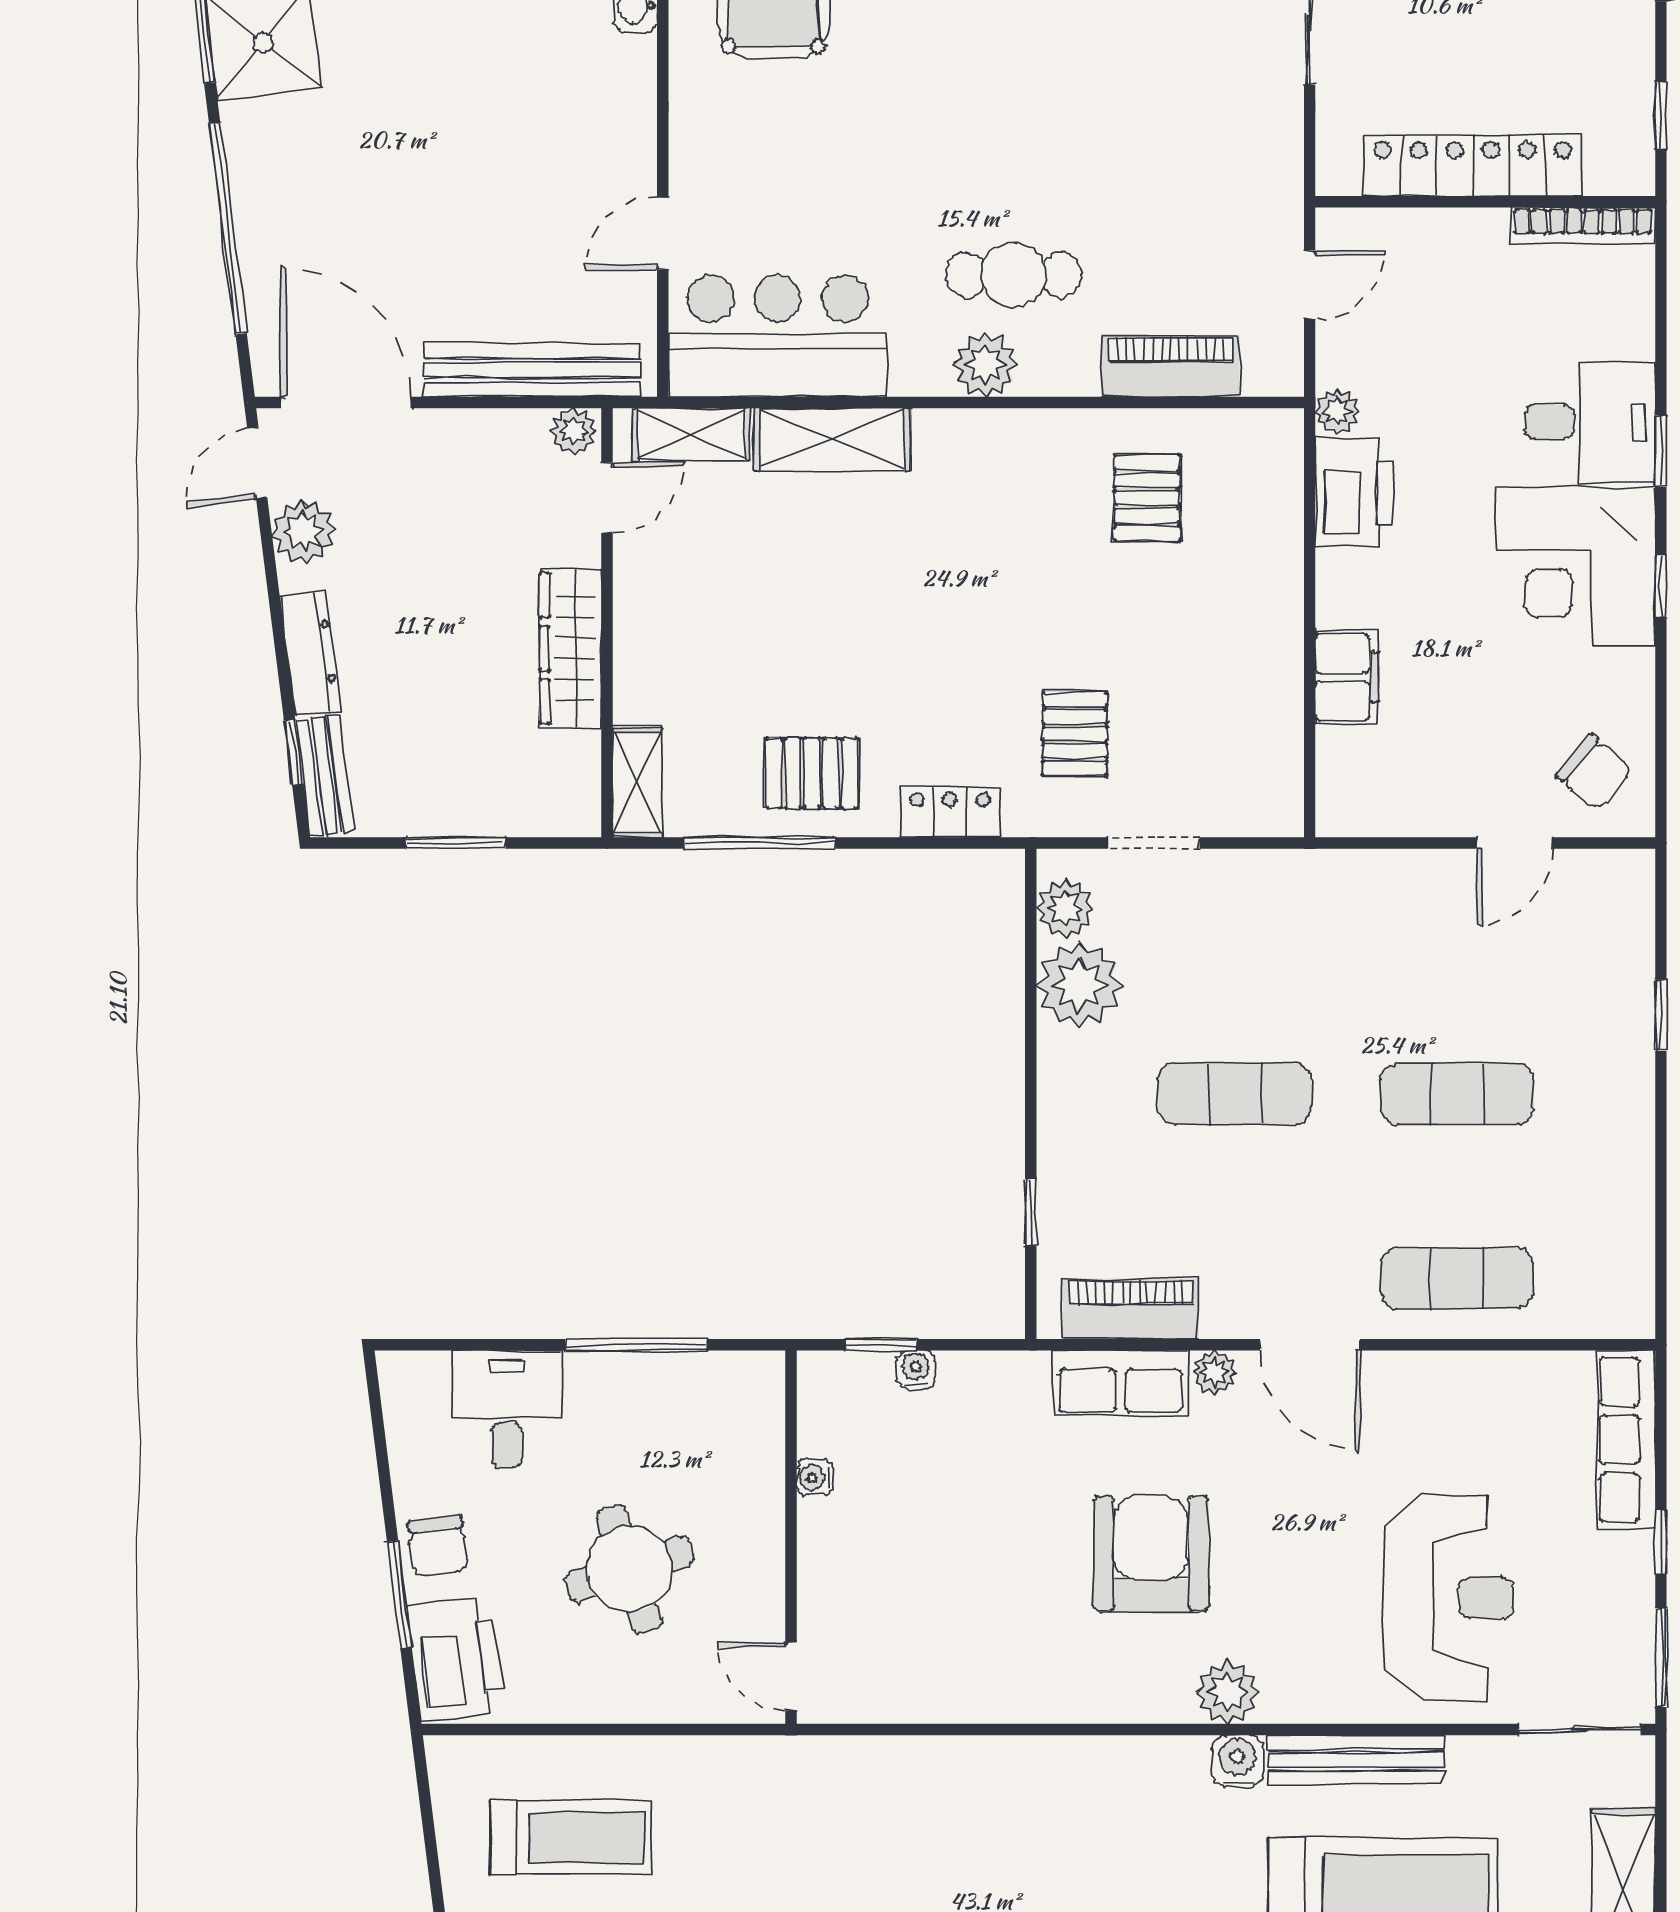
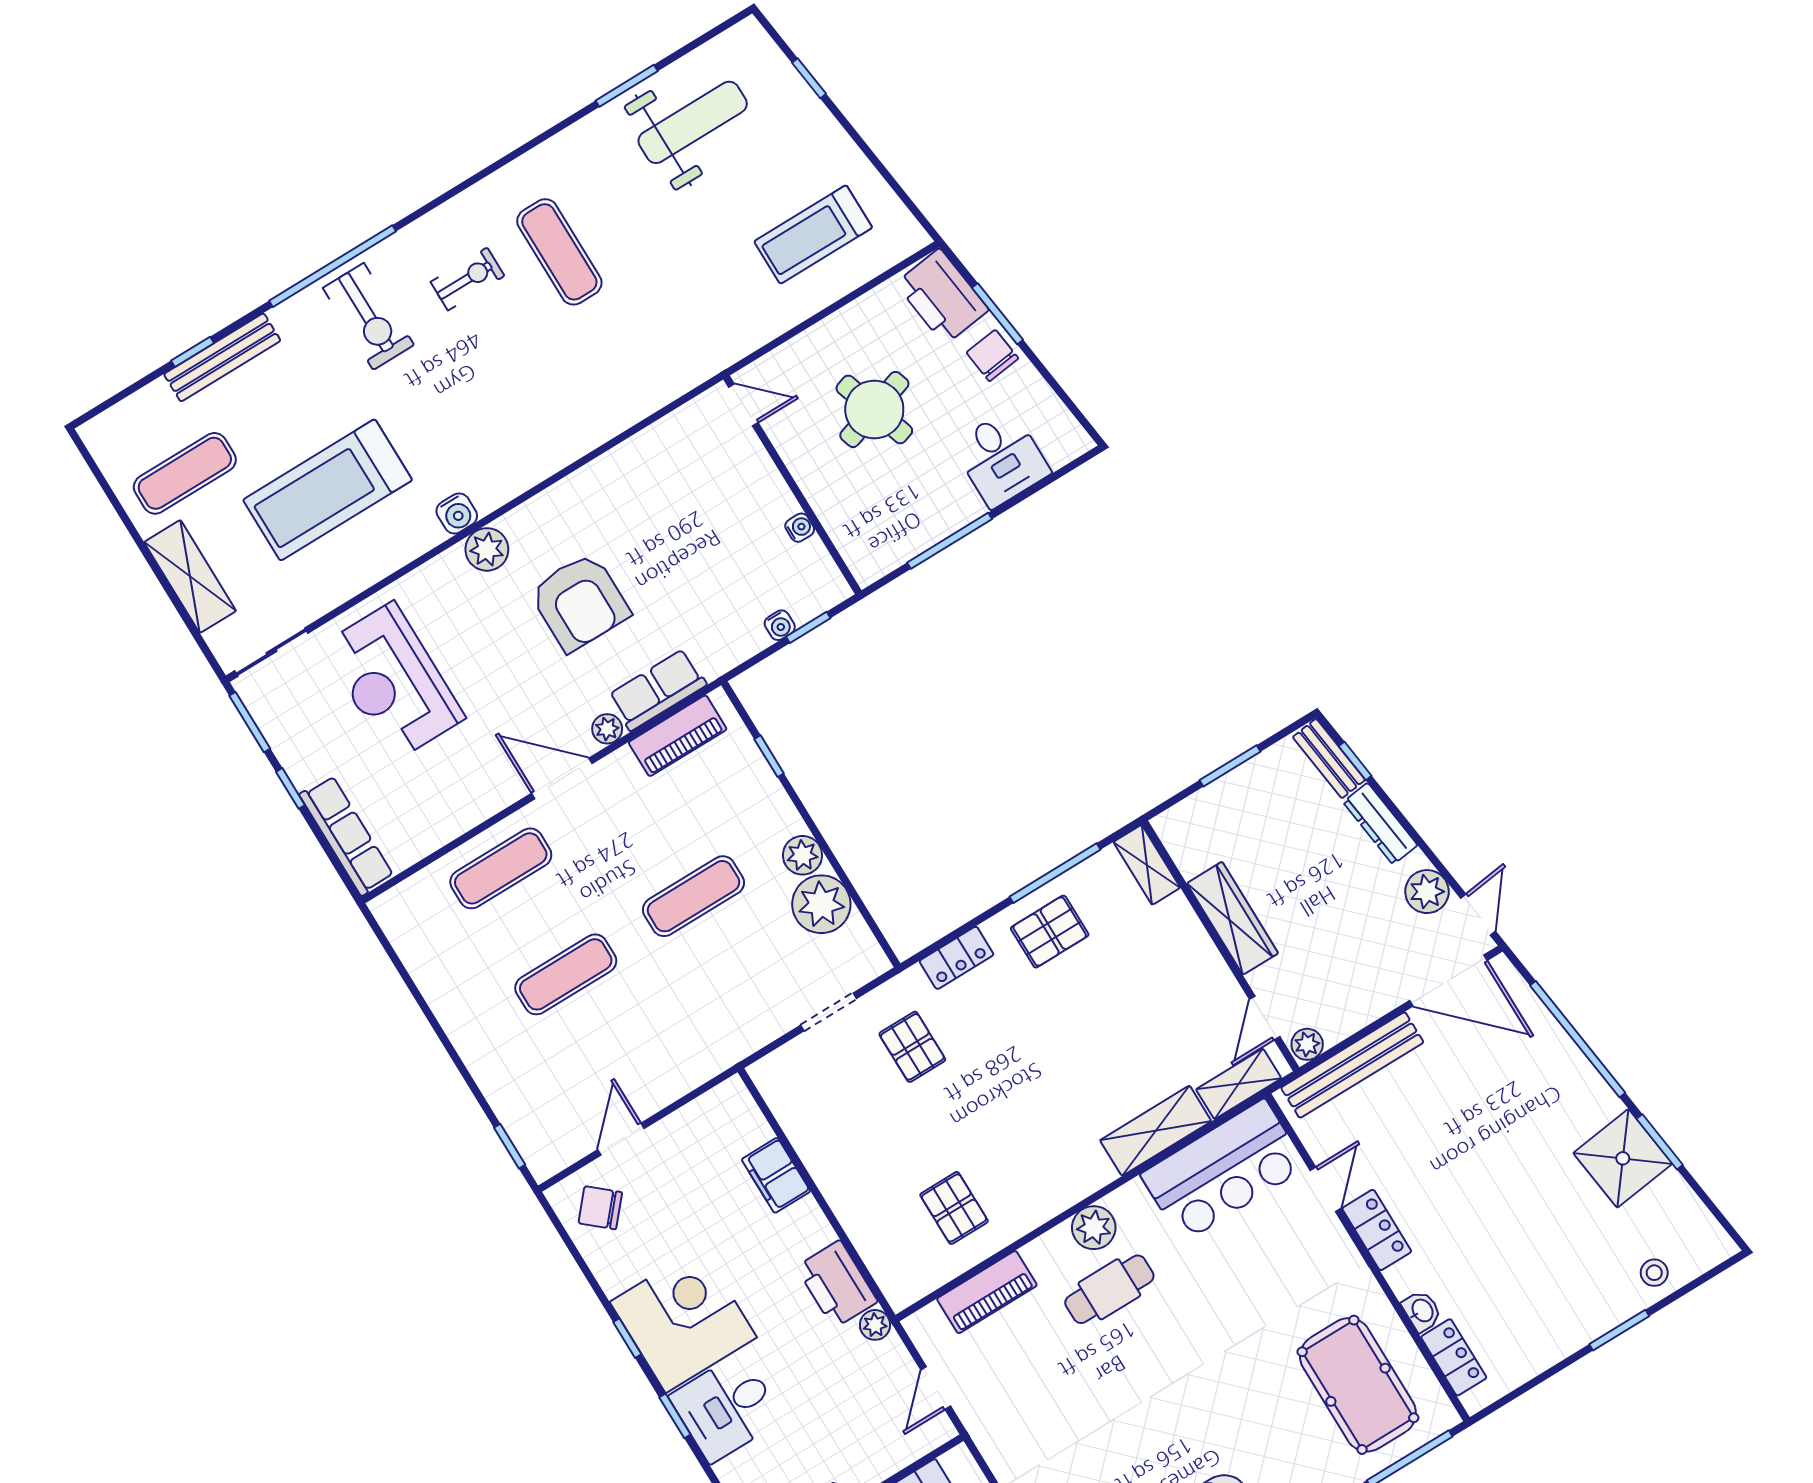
locker: (630, 143) -> (1377, 1230), added
plant: (1065, 908) -> (802, 855), moved
window: (1661, 1015) -> (510, 1146), moved
bench: (1356, 1760) -> (389, 556), removed

